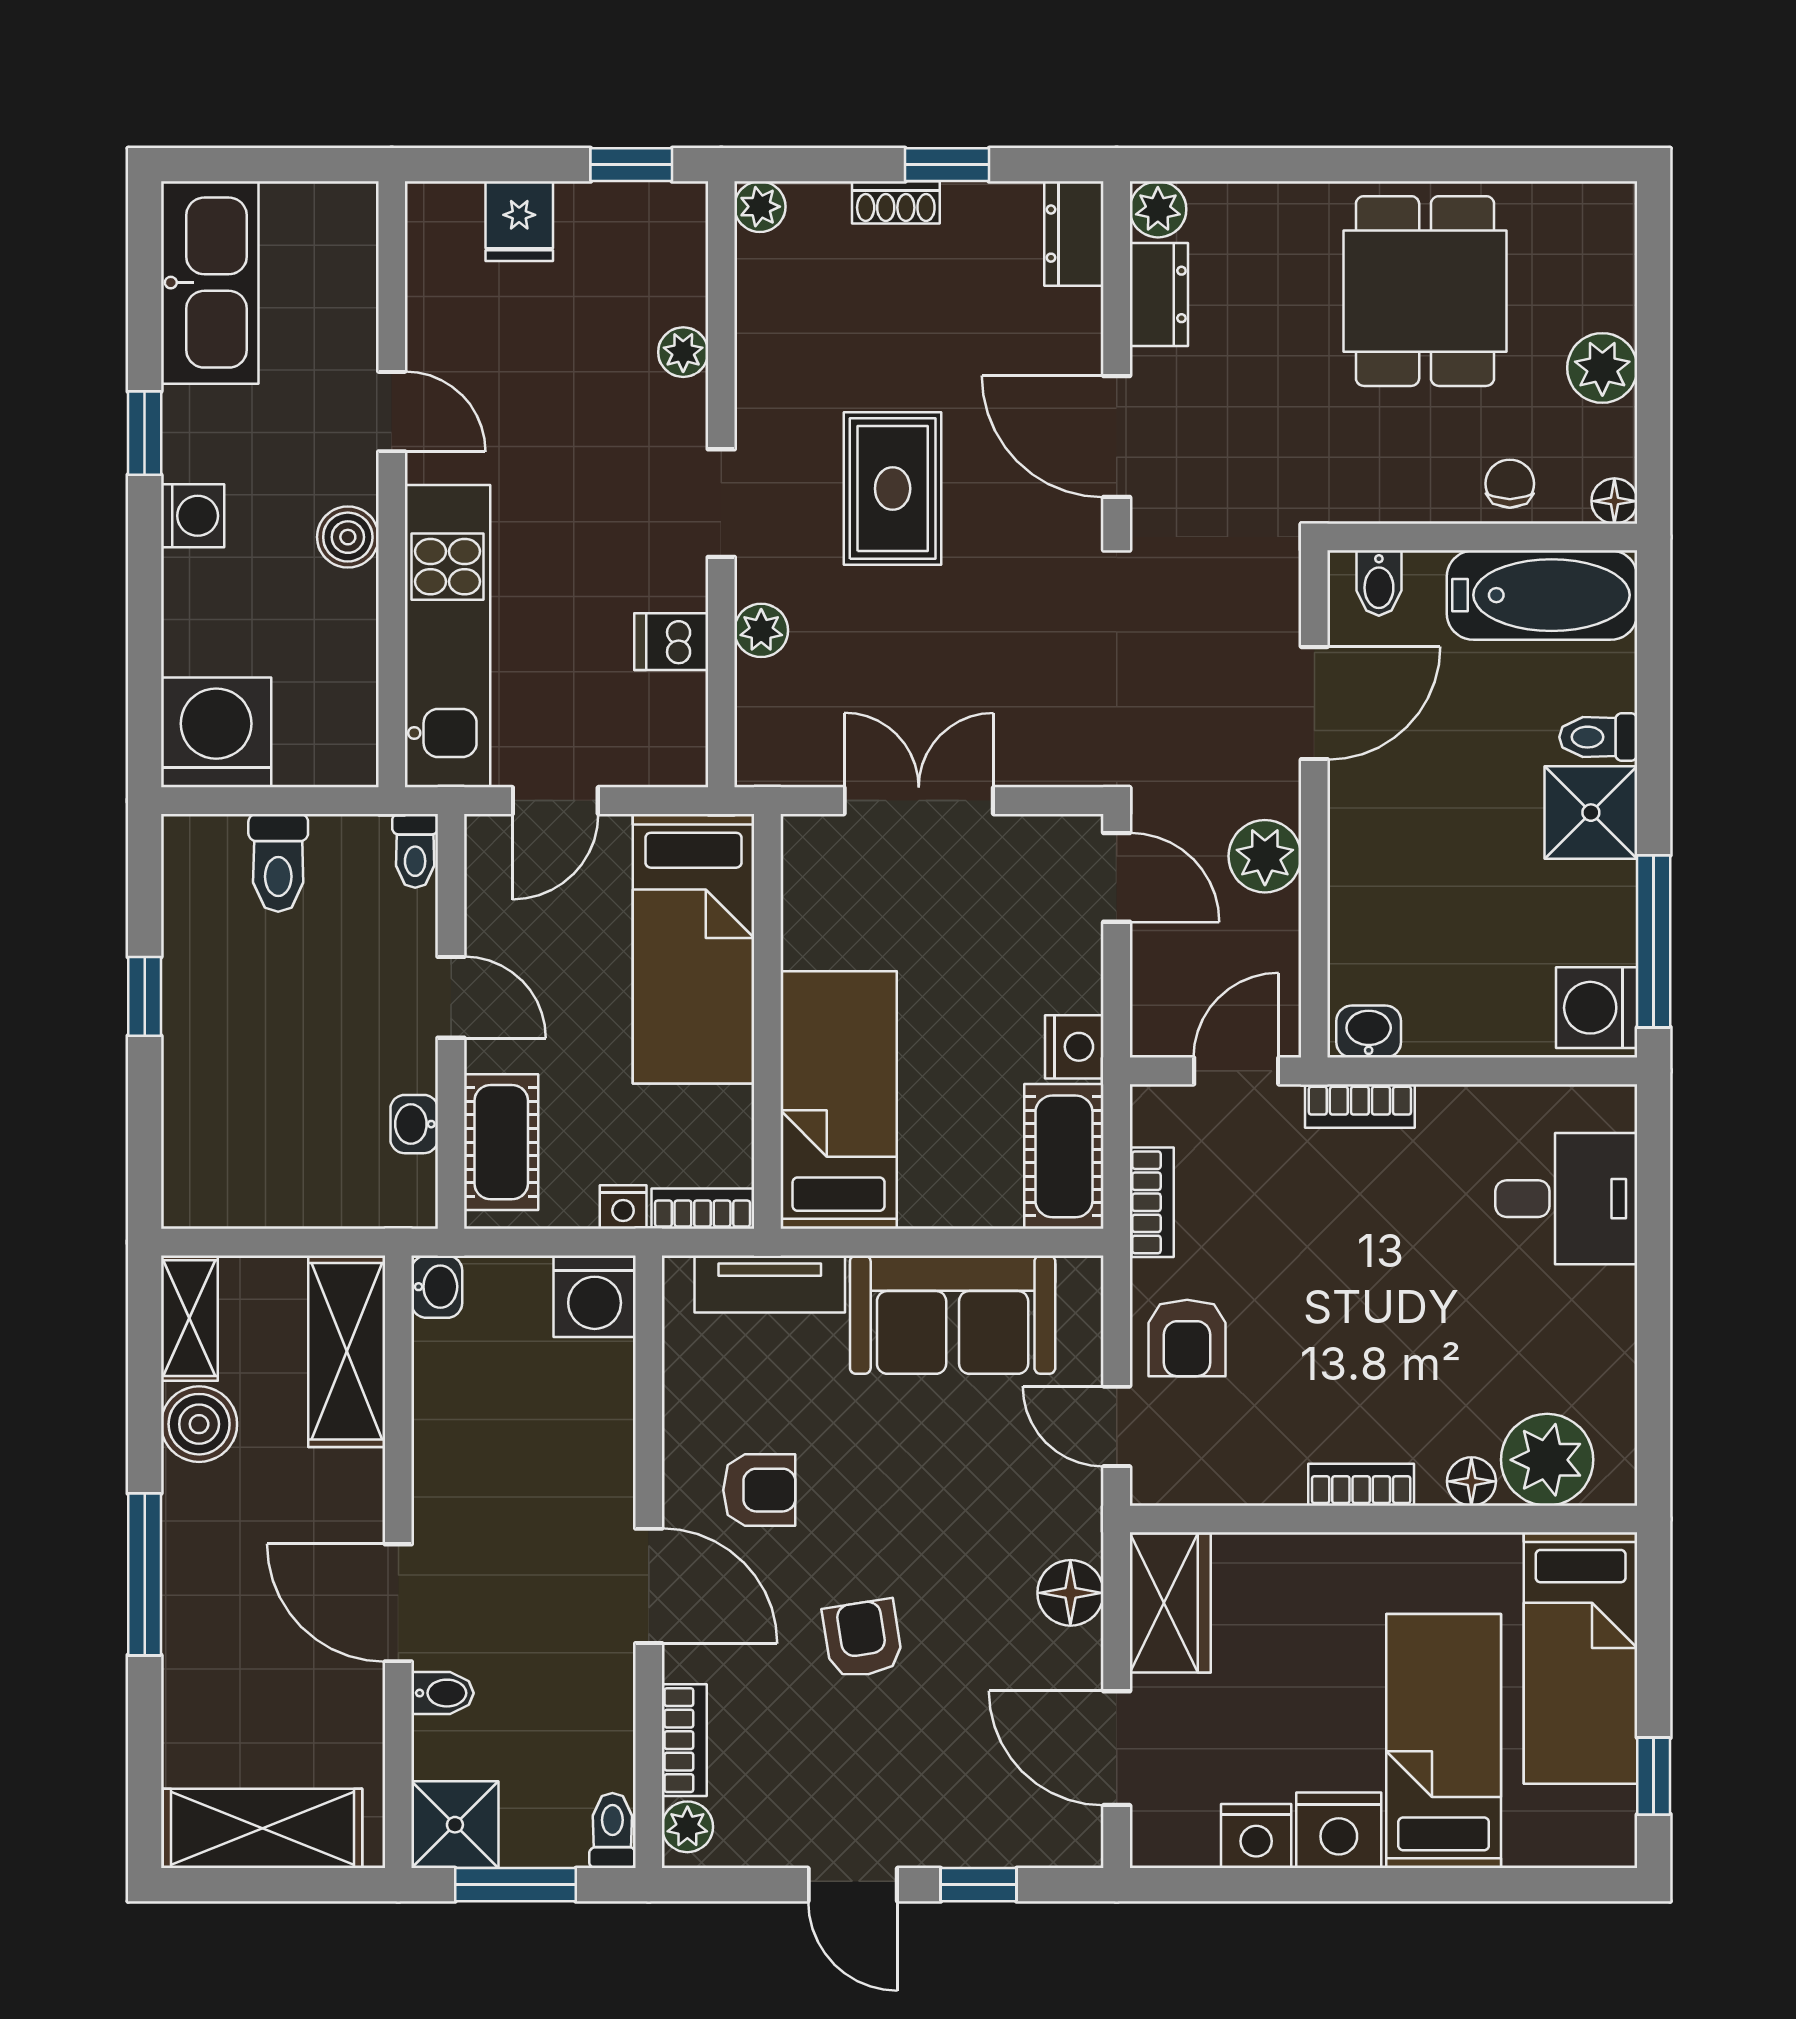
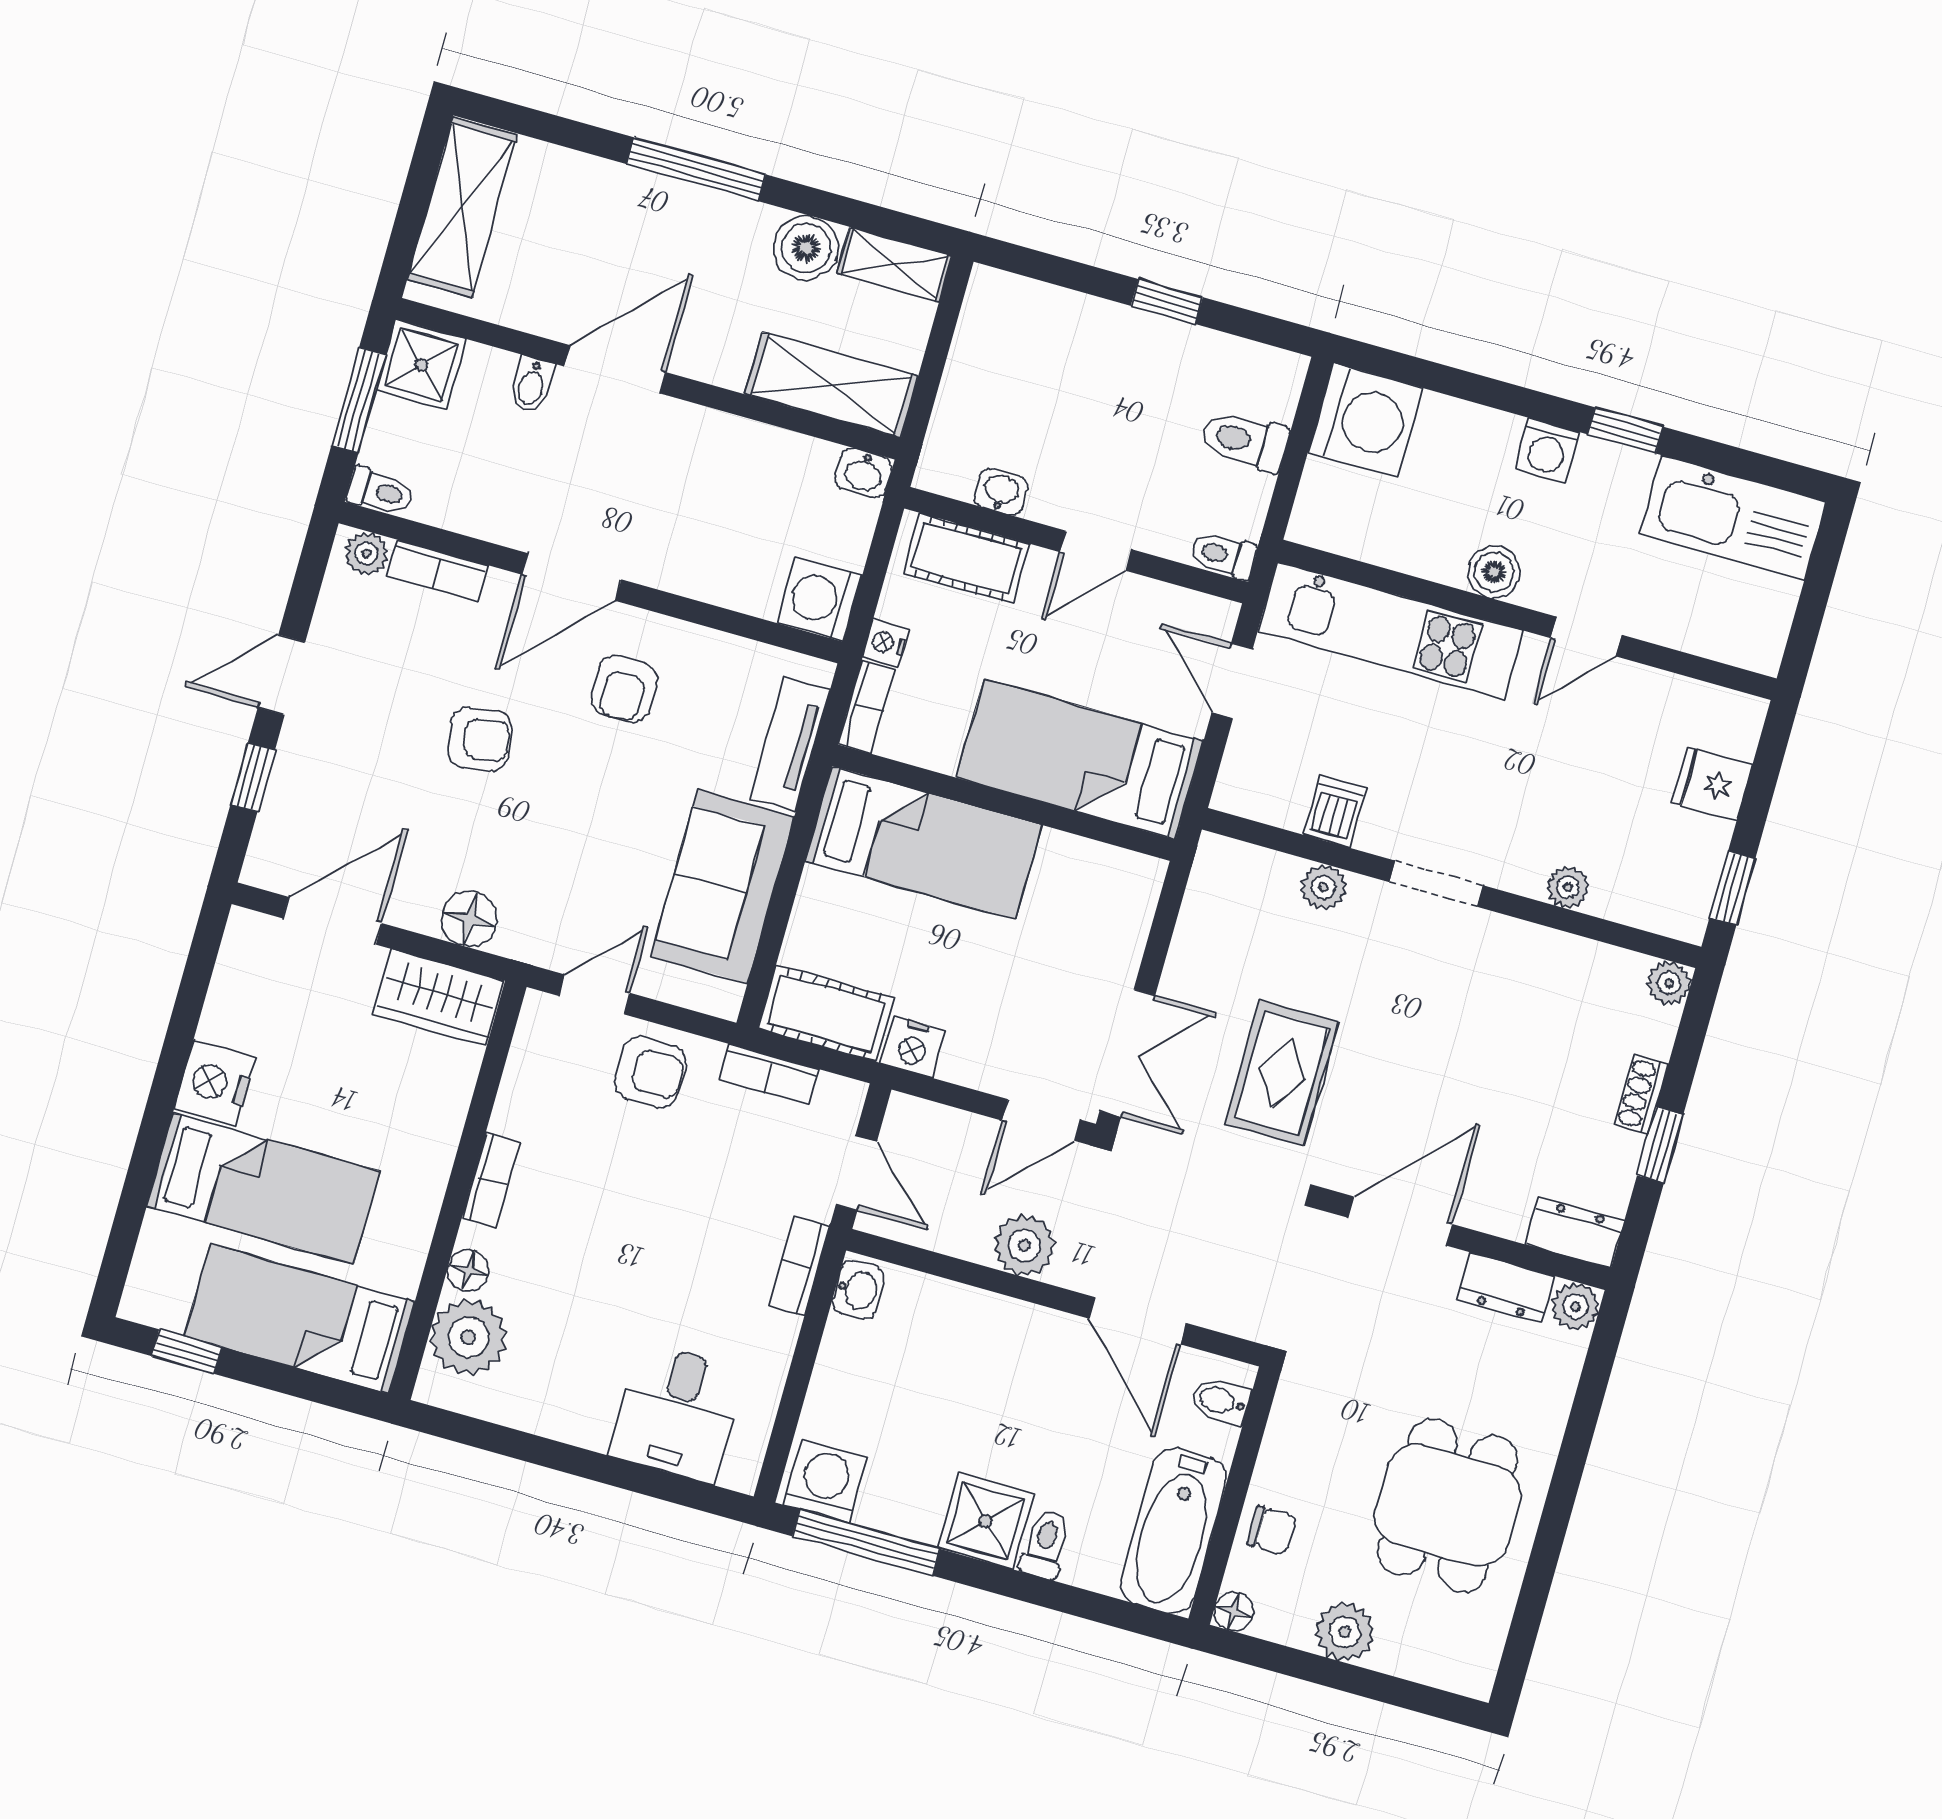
dining table: (1425, 291) -> (1448, 1505), turned 90
rug: (893, 489) -> (1282, 1073), moved, turned 90
double door: (919, 801) -> (1127, 1053), moved
armchair: (1187, 1338) -> (650, 1072), turned 180
nightstand: (1256, 1836) -> (229, 1014), removed

